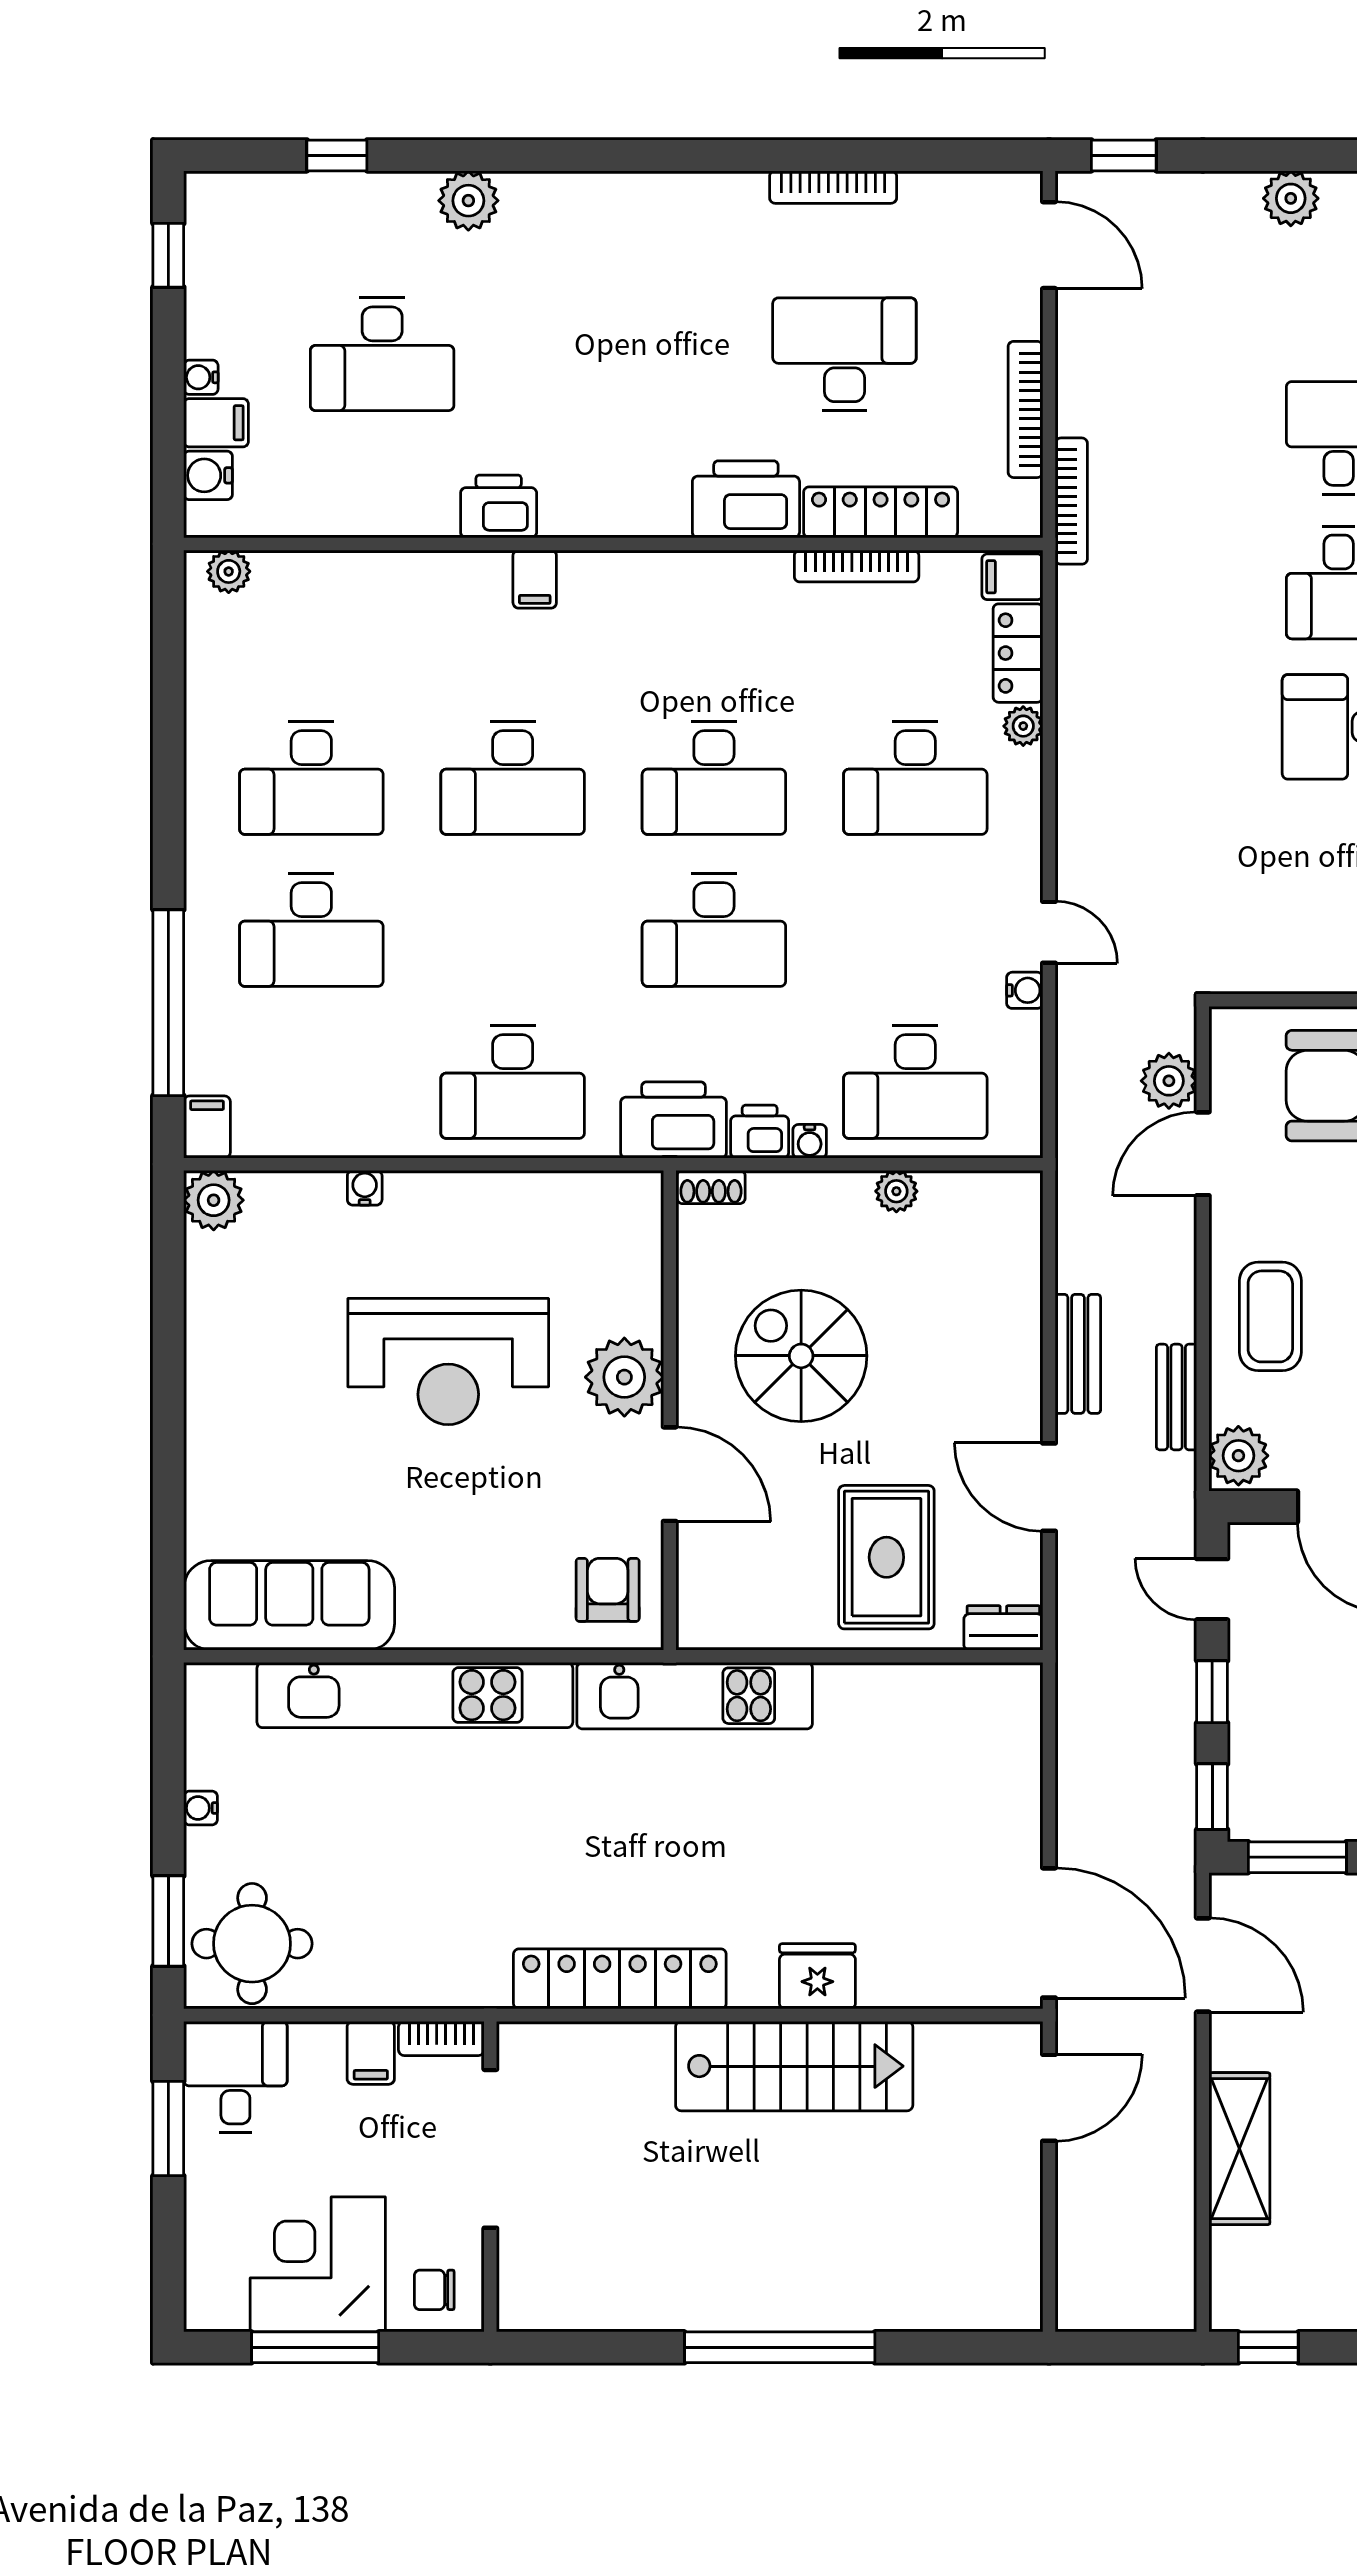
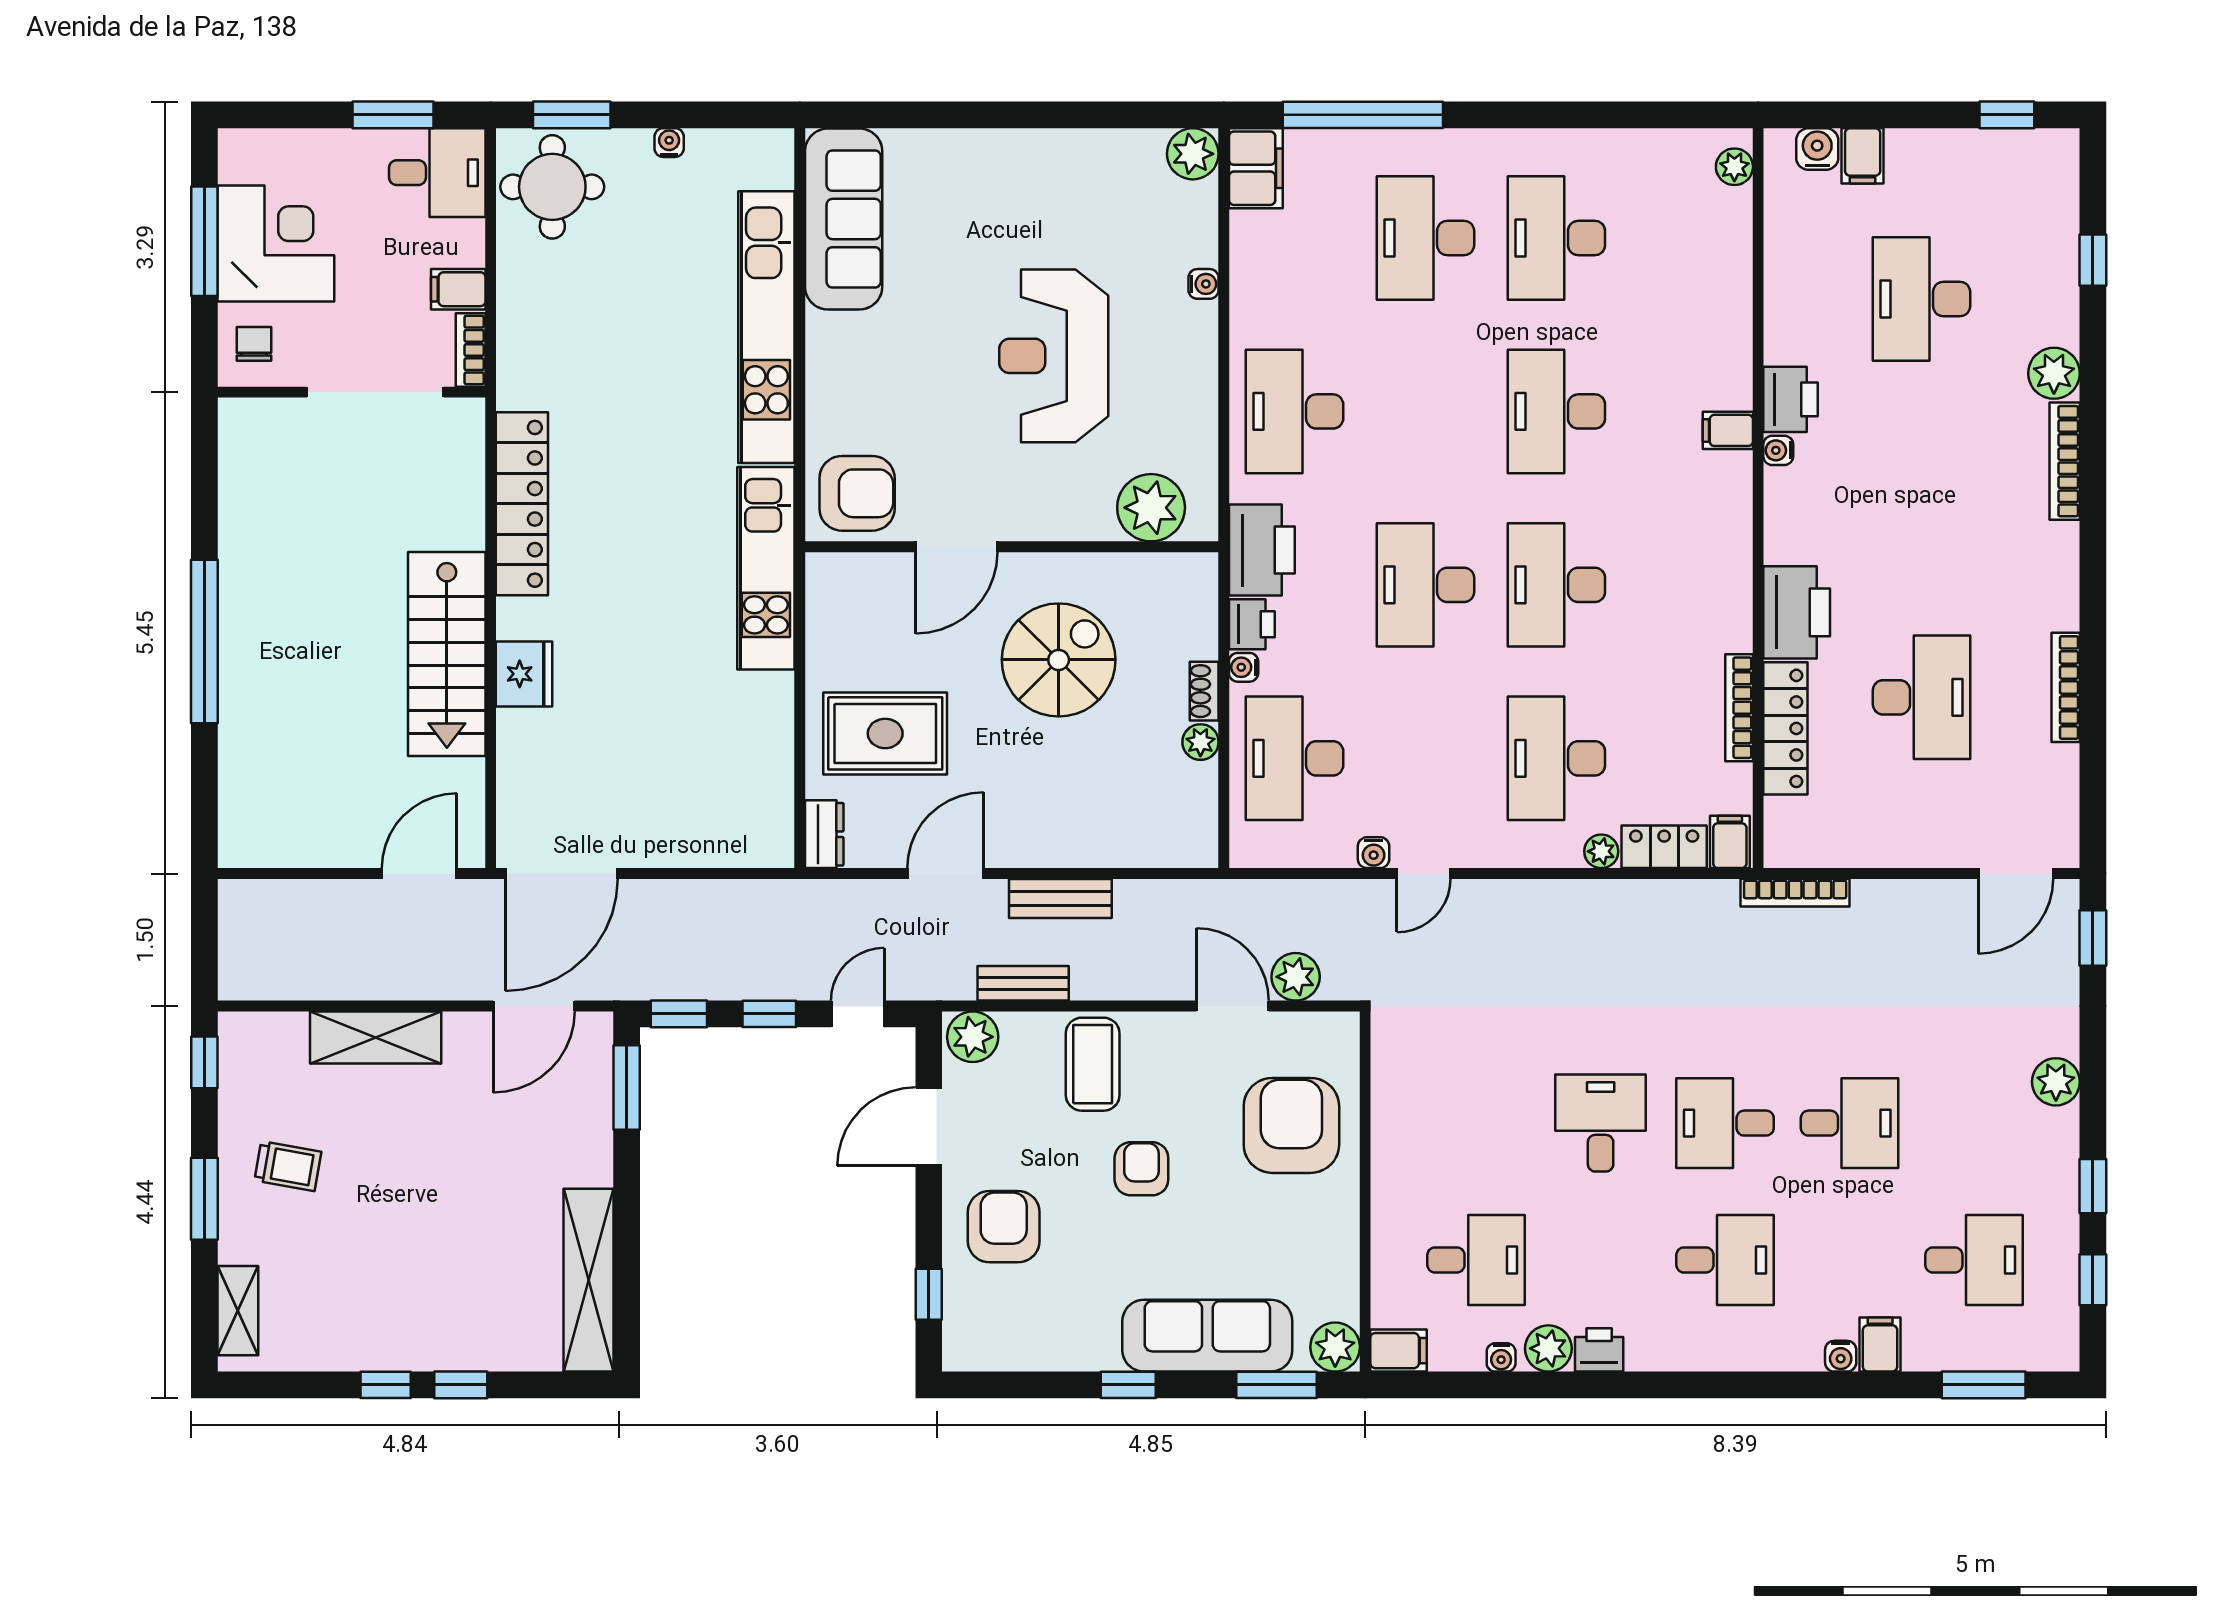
water cooler: (201, 377) -> (1778, 450), moved, turned -90
bookcase: (1025, 409) -> (2065, 461), moved, turned -90
filing cabinet: (207, 1127) -> (1256, 168), width x2.00
shoe rack: (711, 1187) -> (1204, 691), moved
coffee table: (1270, 1316) -> (1093, 1064), turned 90
plant: (624, 1377) -> (1151, 508), moved
armchair: (608, 1590) -> (857, 493), width x1.38, depth x1.38
door: (1049, 2098) -> (419, 874), swing flipped

